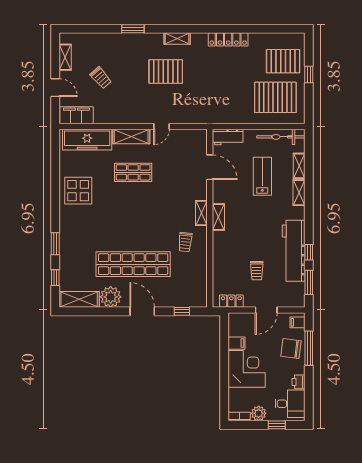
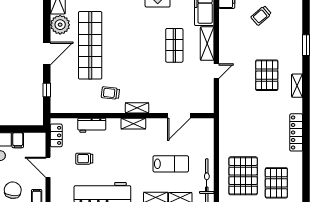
door: (161, 126) -> (216, 71), swing flipped
workbench: (228, 137) -> (92, 125), moved, turned -90

